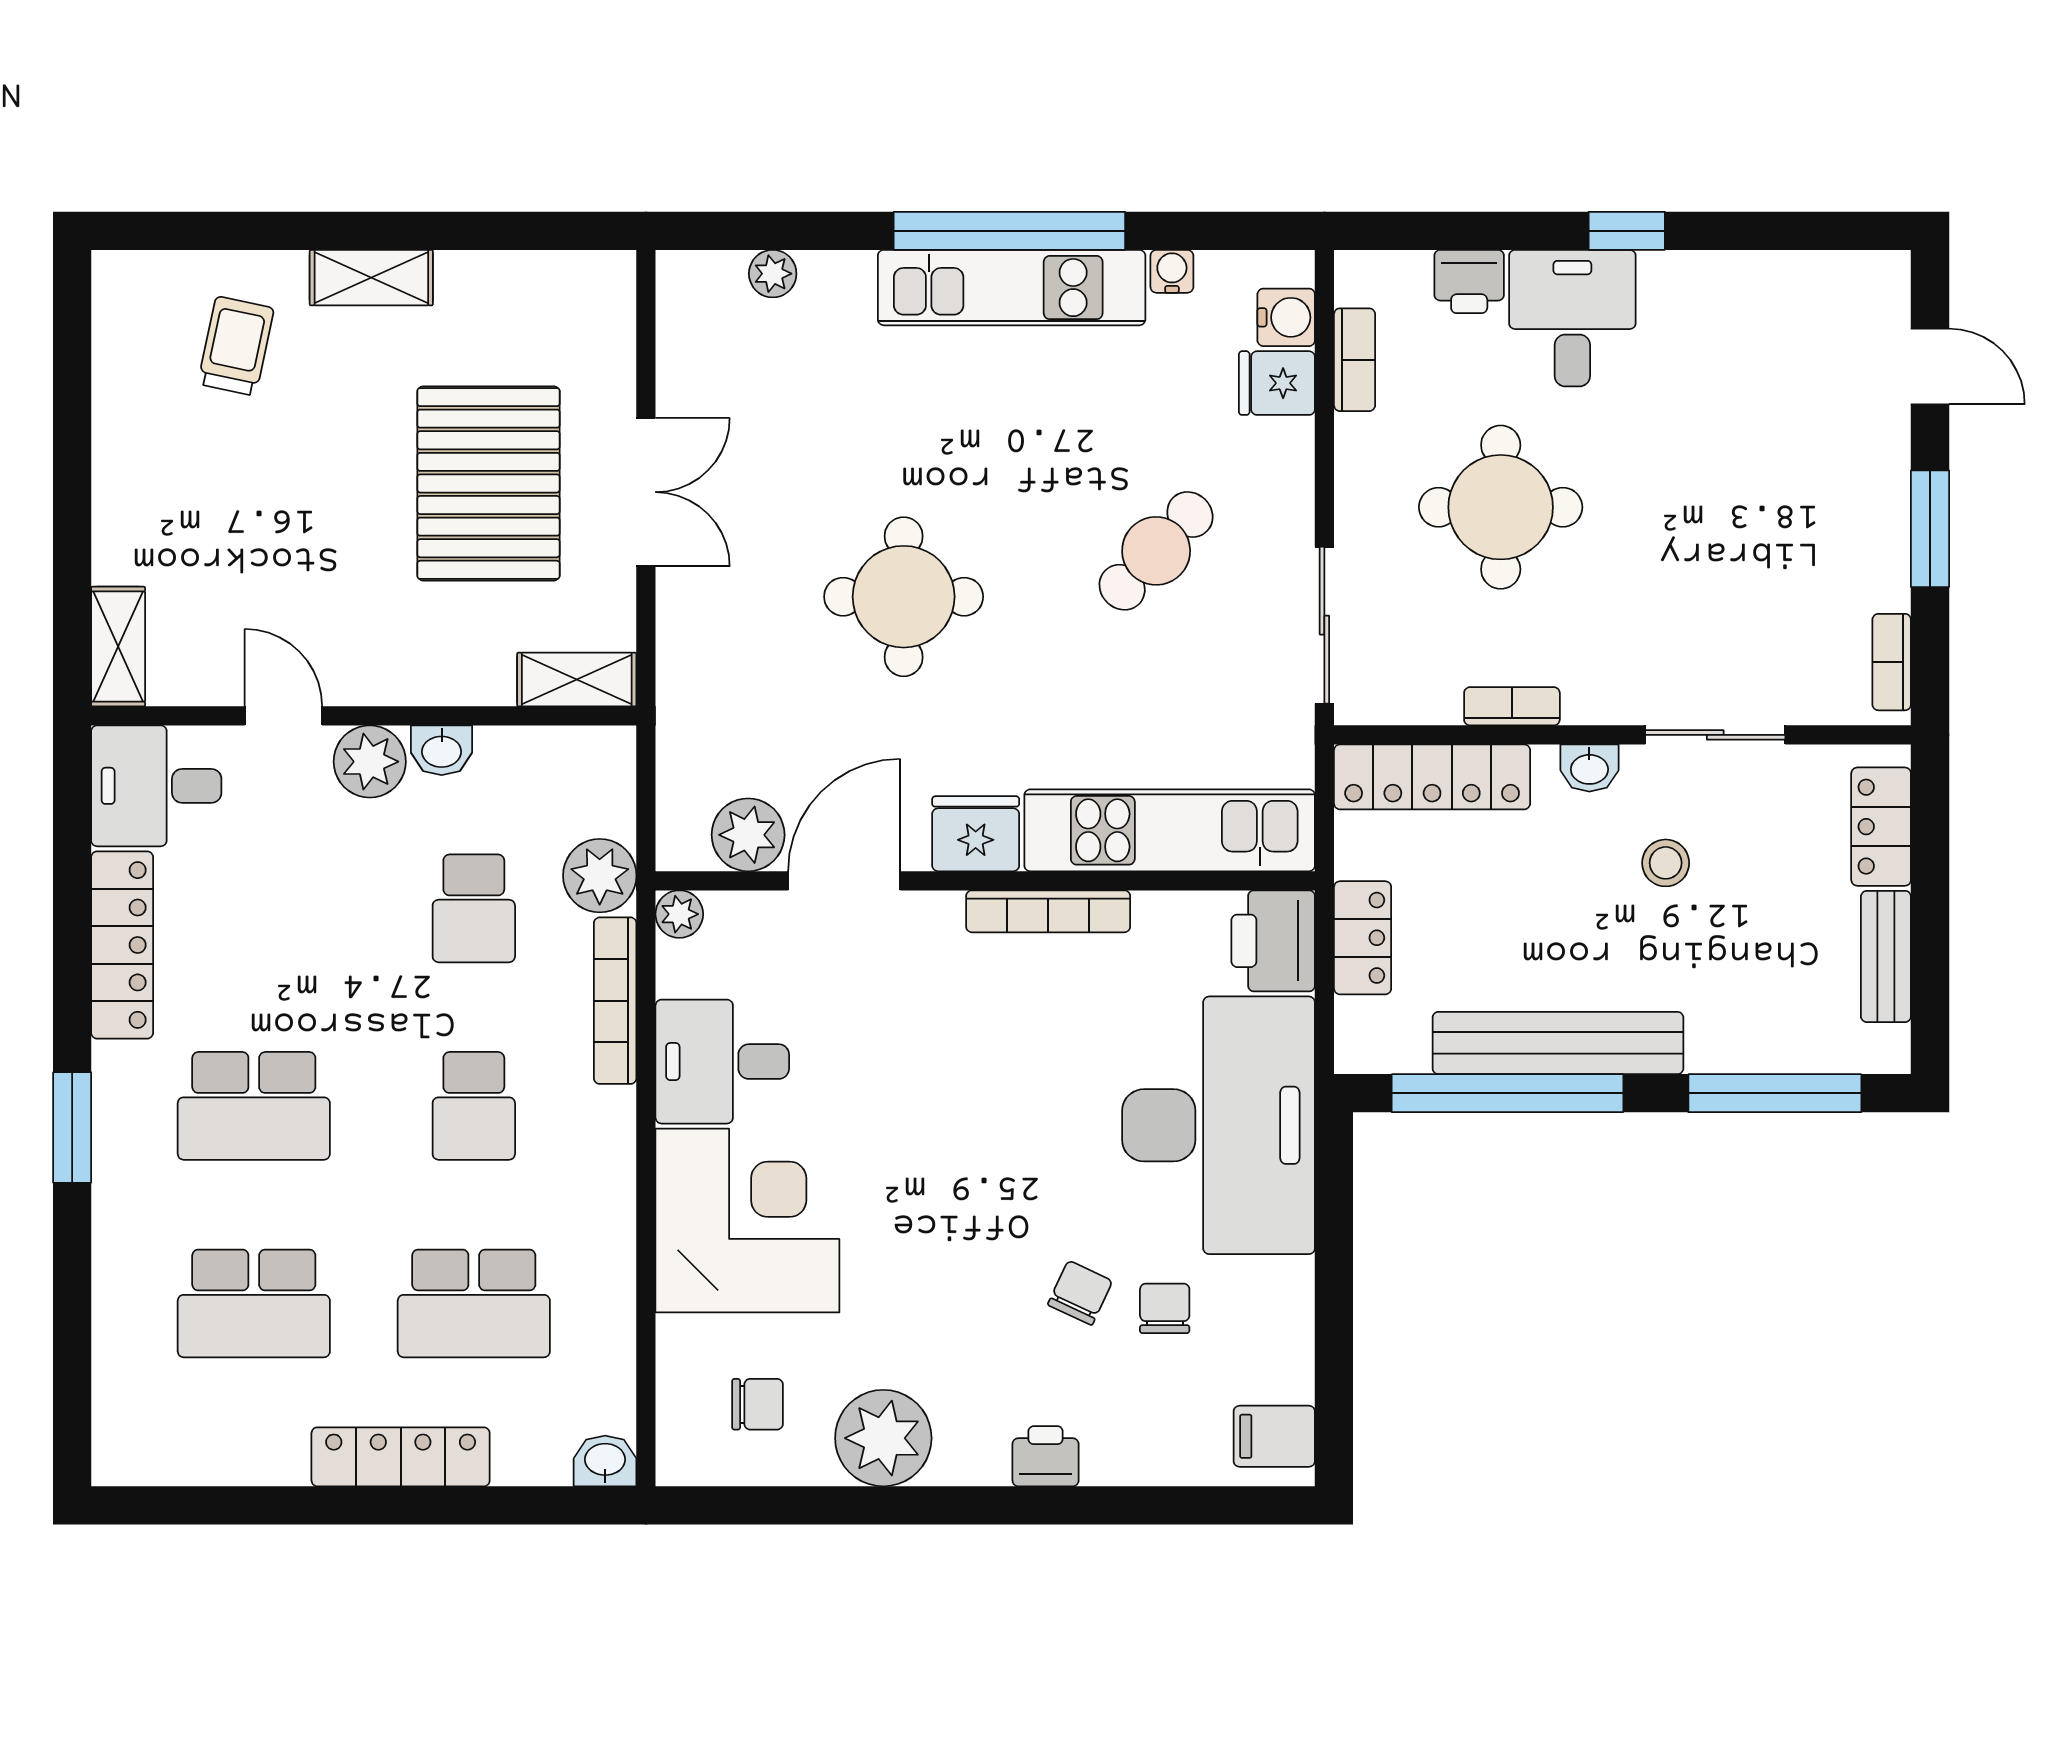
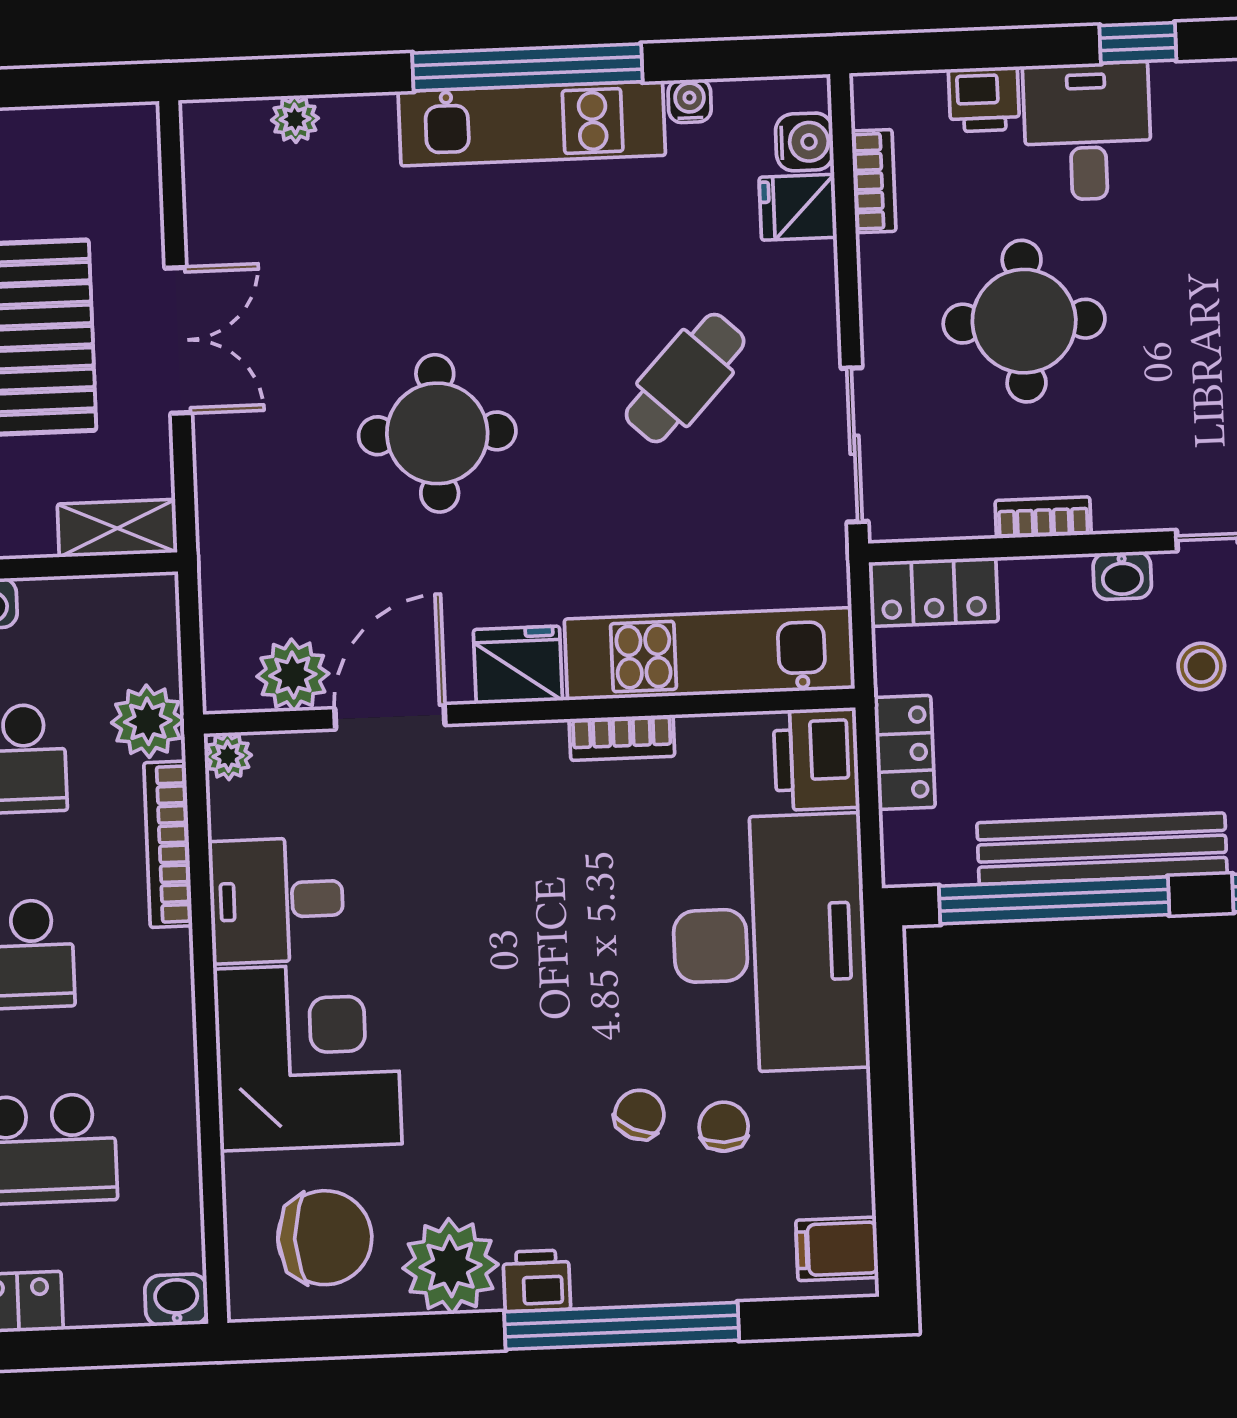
locker: (1432, 777) -> (934, 592), width x0.66
bookcase: (1048, 911) -> (622, 738), width x0.64
chair: (757, 1404) -> (325, 1238), width x1.87, depth x1.87
printer: (1046, 1456) -> (537, 1281), moved
window: (1054, 1505) -> (622, 1326), added

